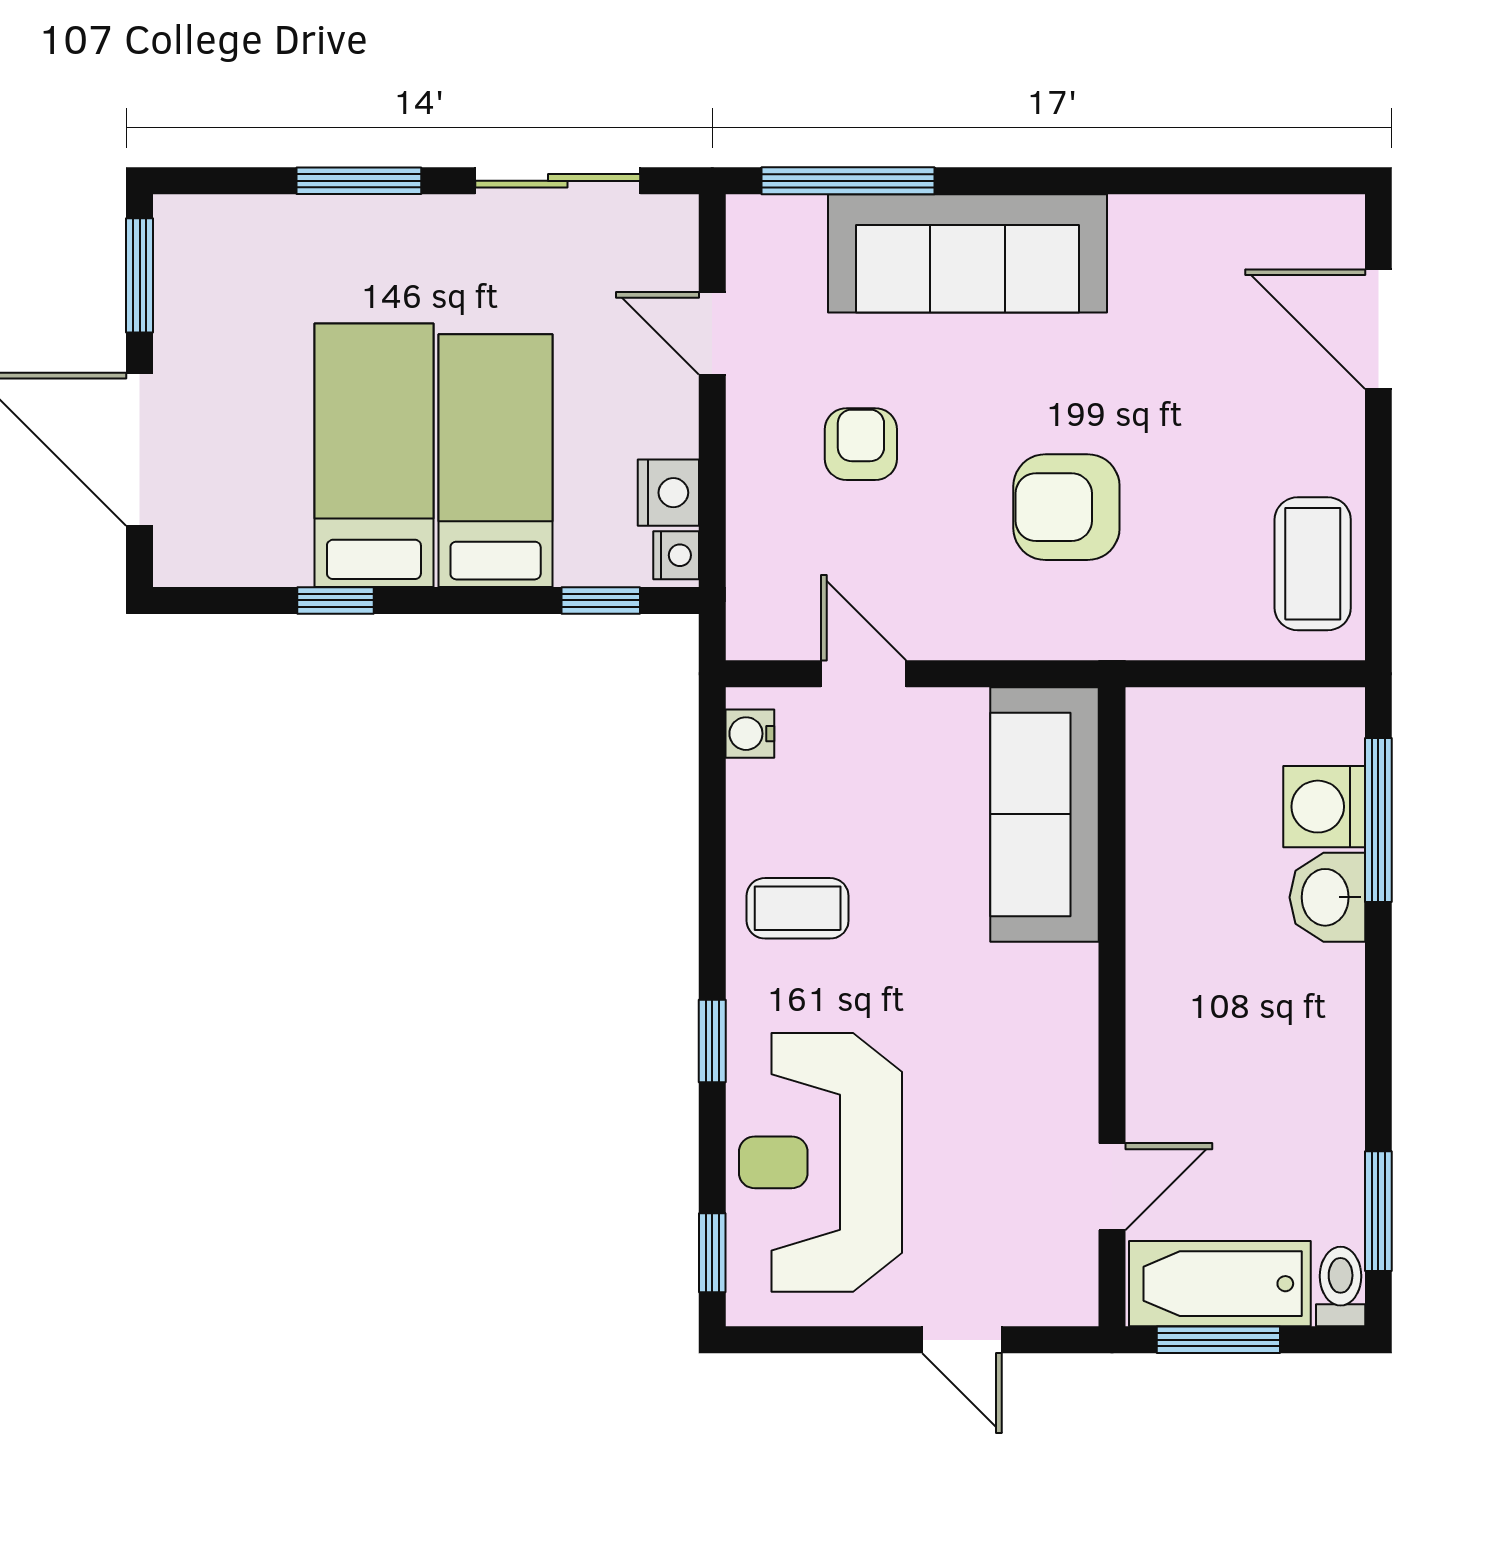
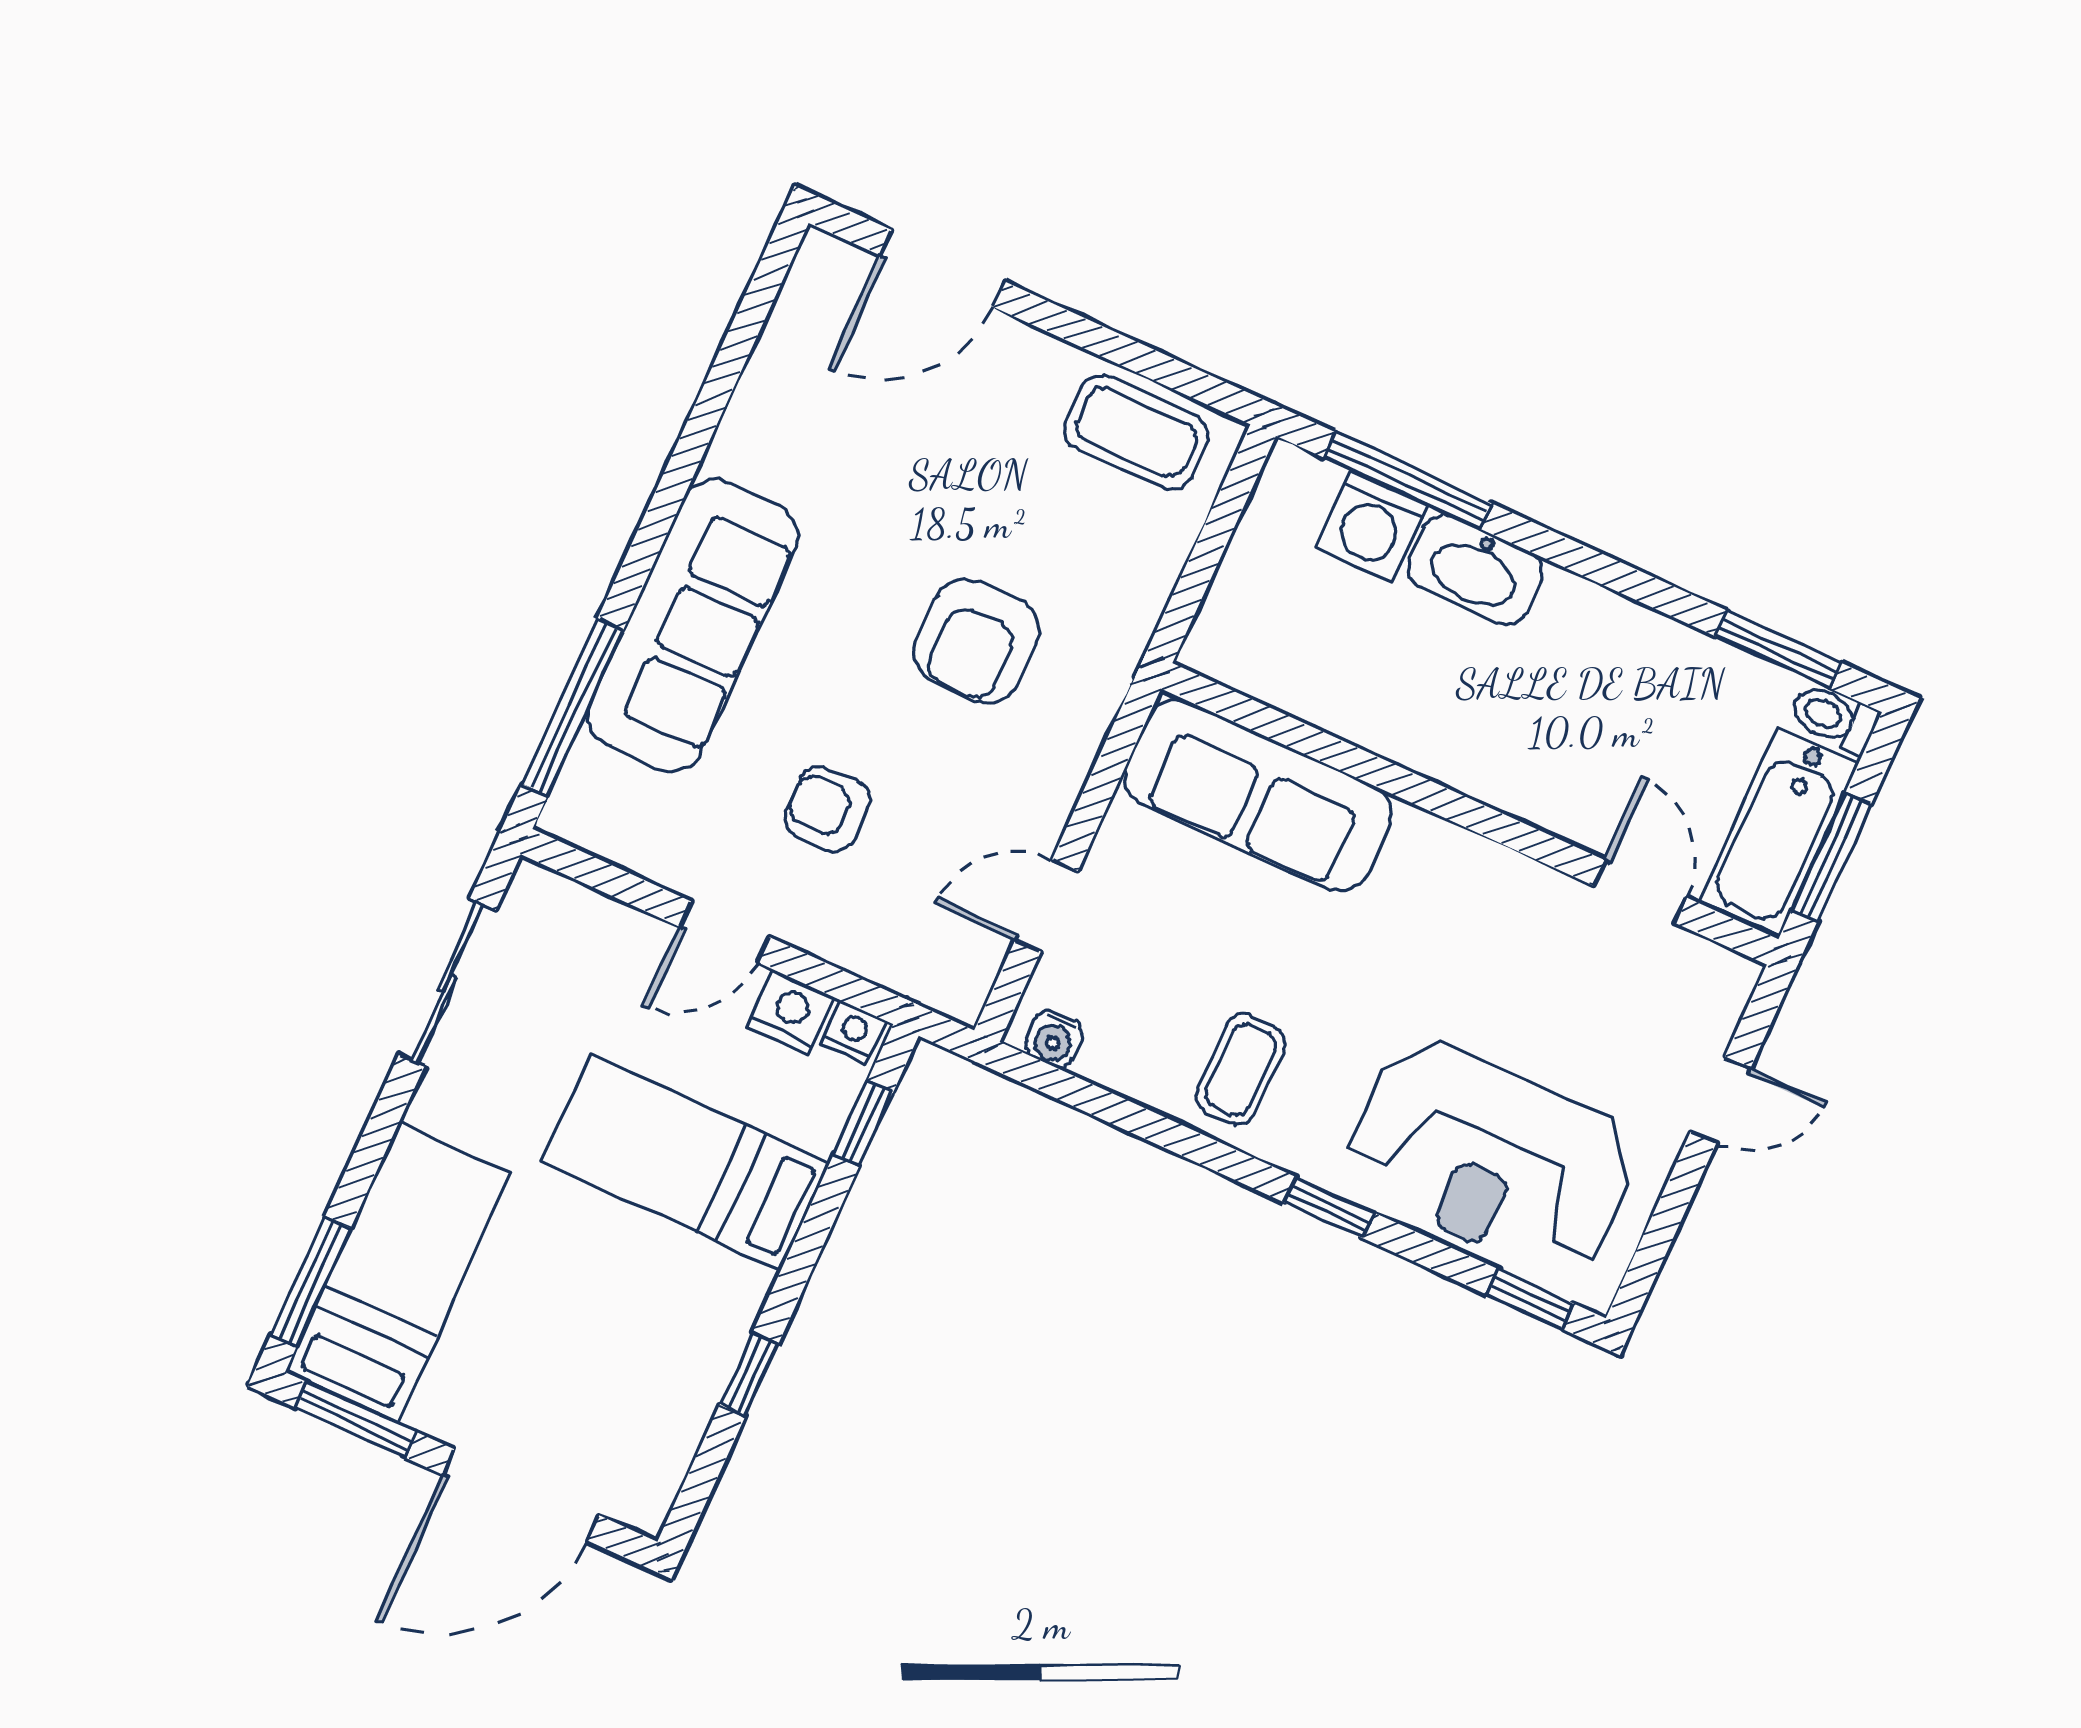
window: (359, 181) -> (311, 1281), moved
door: (712, 333) -> (724, 932), moved
bed: (374, 455) -> (398, 1273), moved, turned 90
washbasin: (1327, 897) -> (1475, 570), width x1.38

